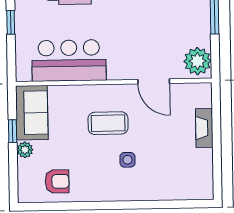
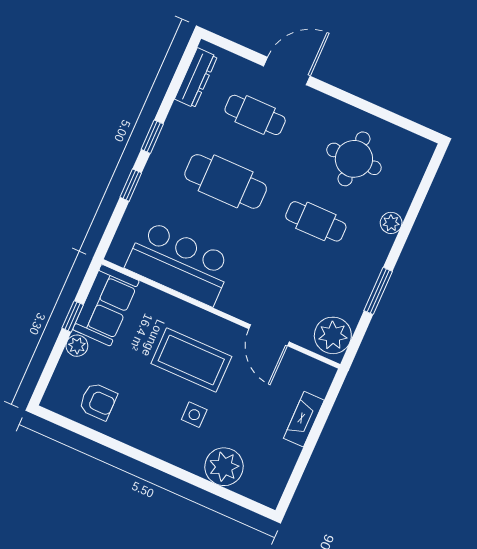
coffee table: (108, 123) -> (191, 360), width x1.36, depth x1.32
plant: (165, 186) -> (224, 467), added

